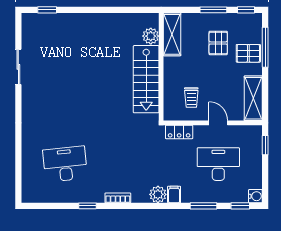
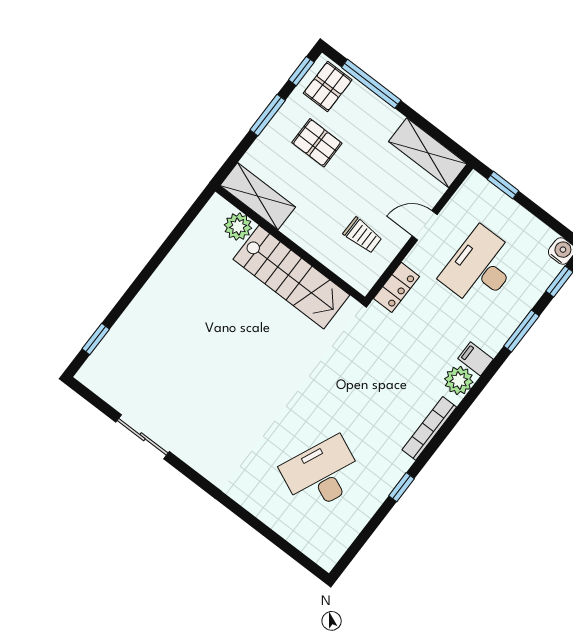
pallet: (248, 53) -> (328, 87), moved
desk: (65, 164) -> (322, 474), turned 30
bookcase: (118, 198) -> (429, 428), width x1.56

